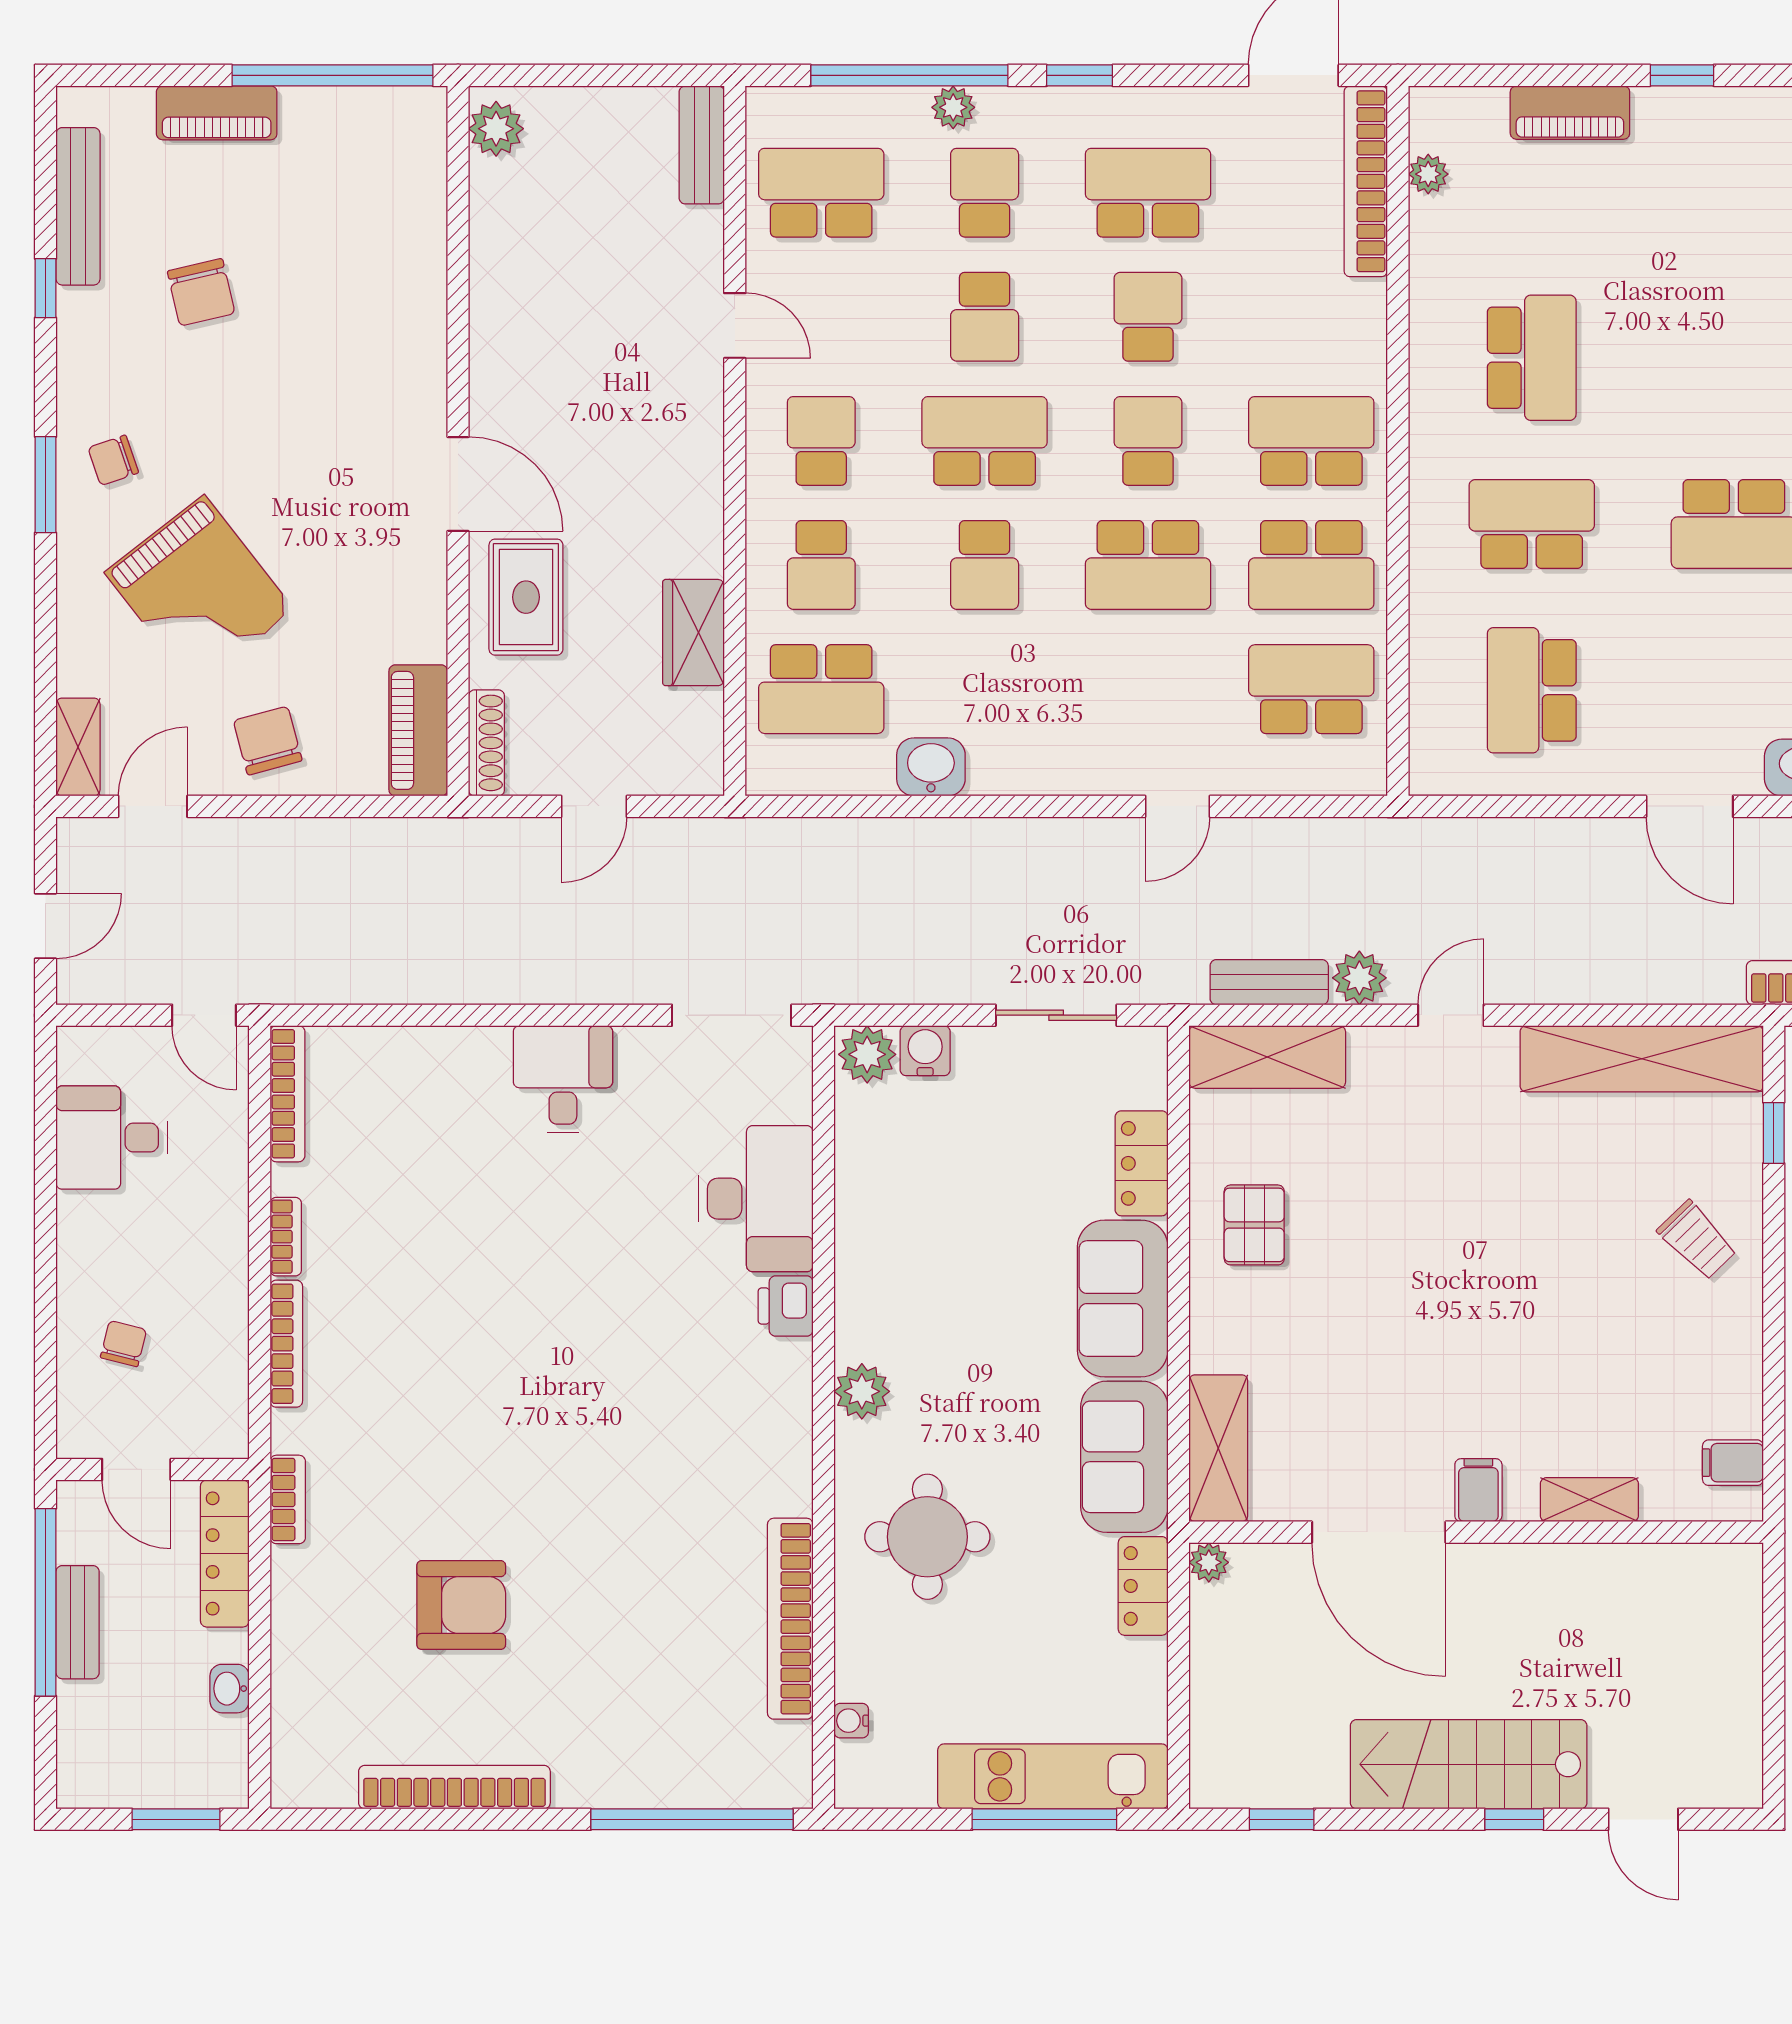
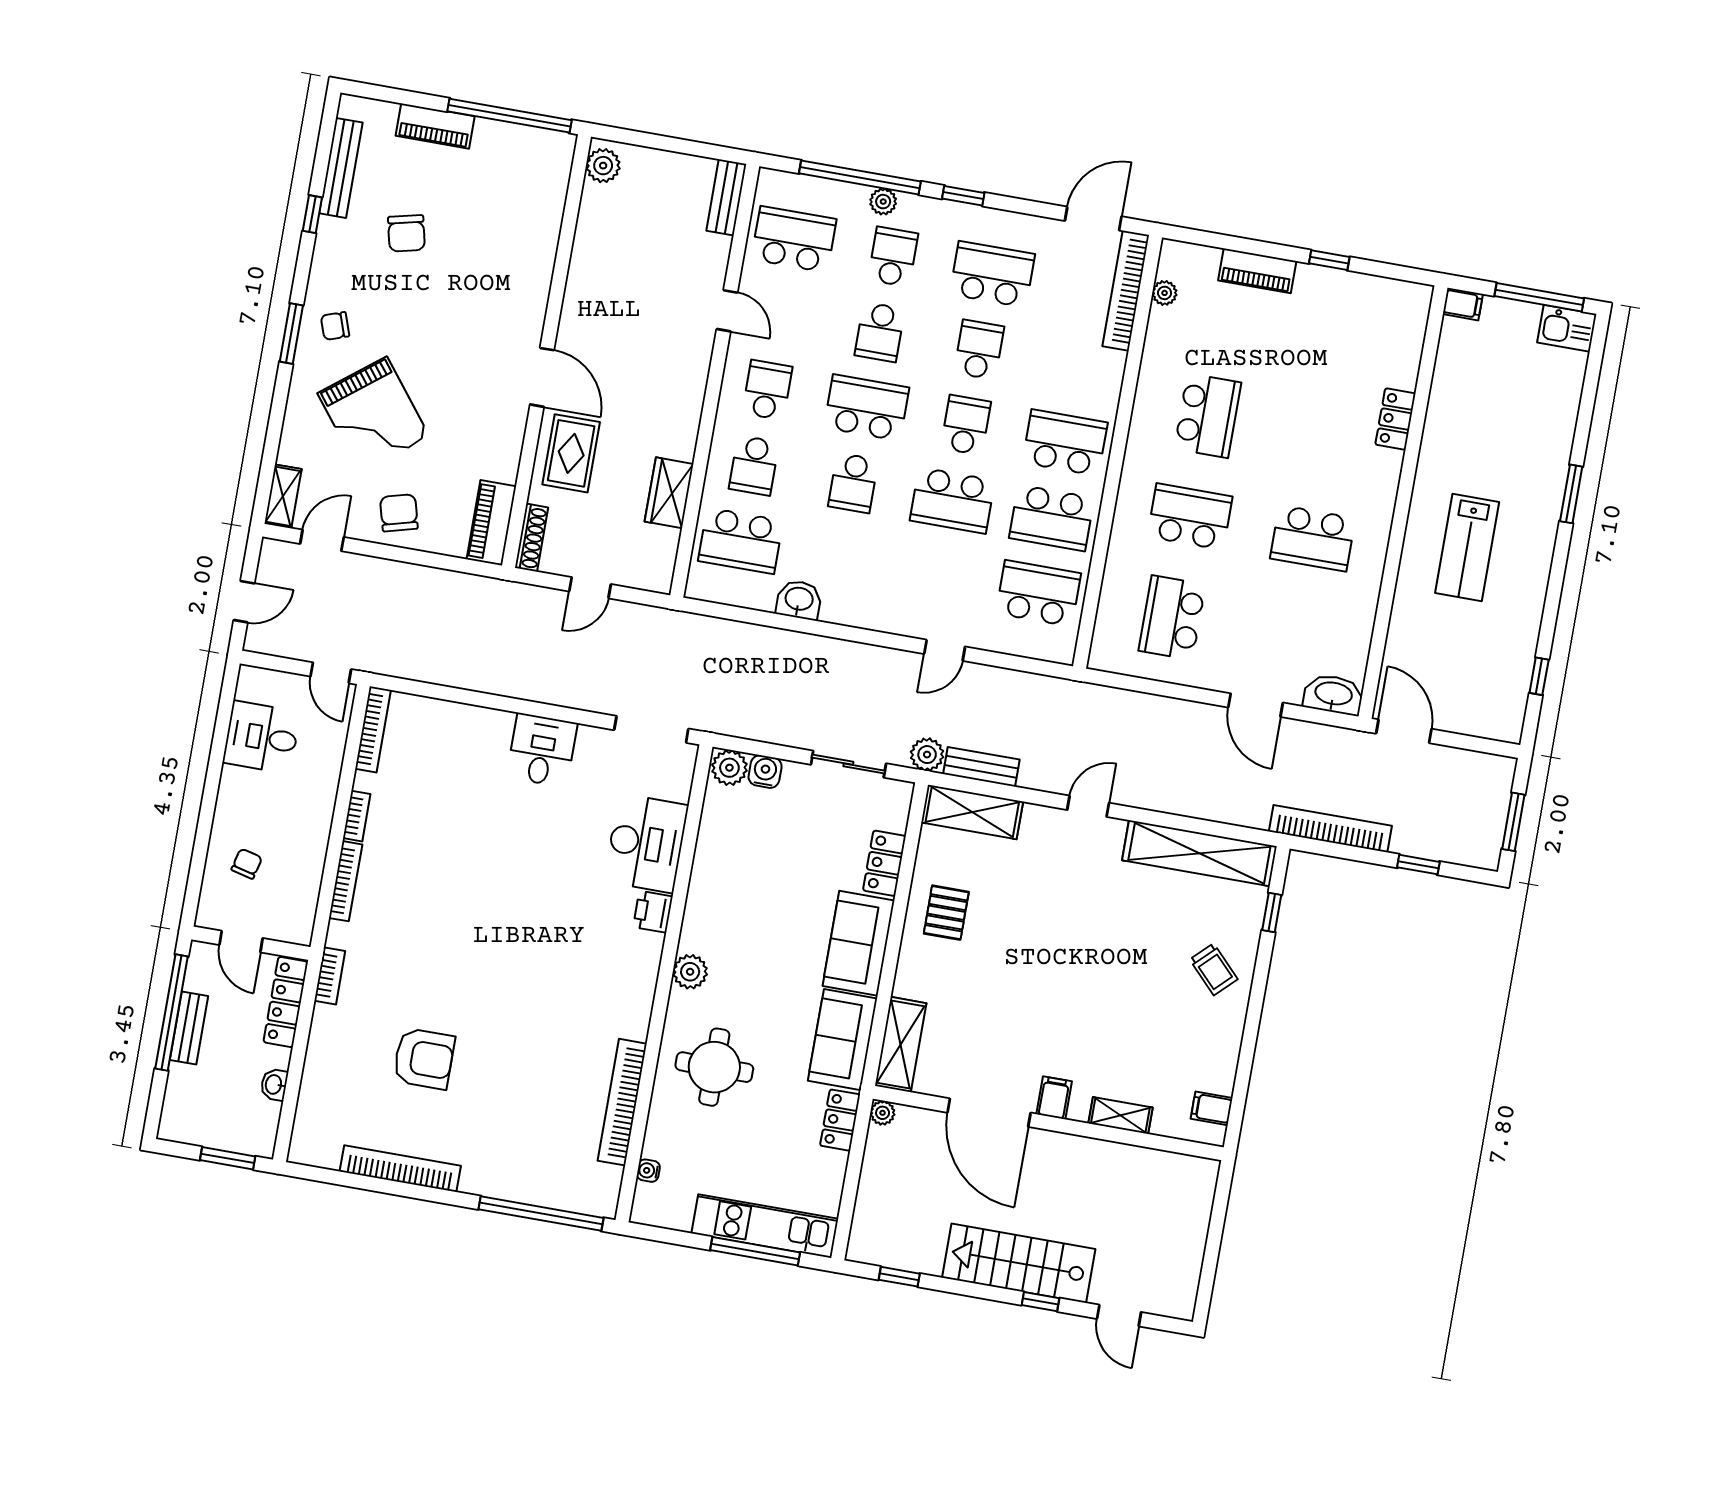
plant: (1359, 978) -> (927, 755), moved

